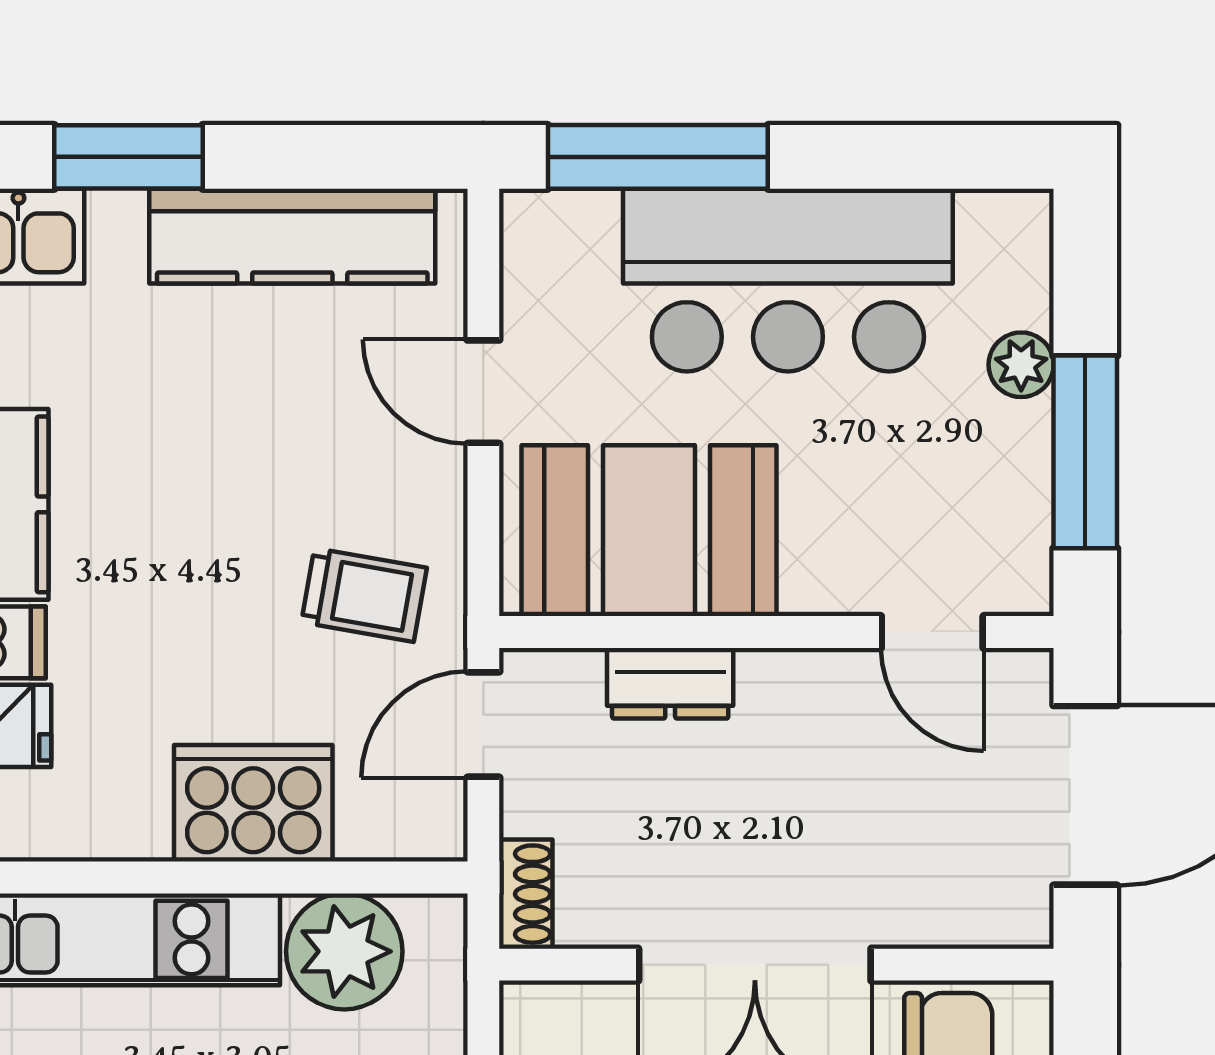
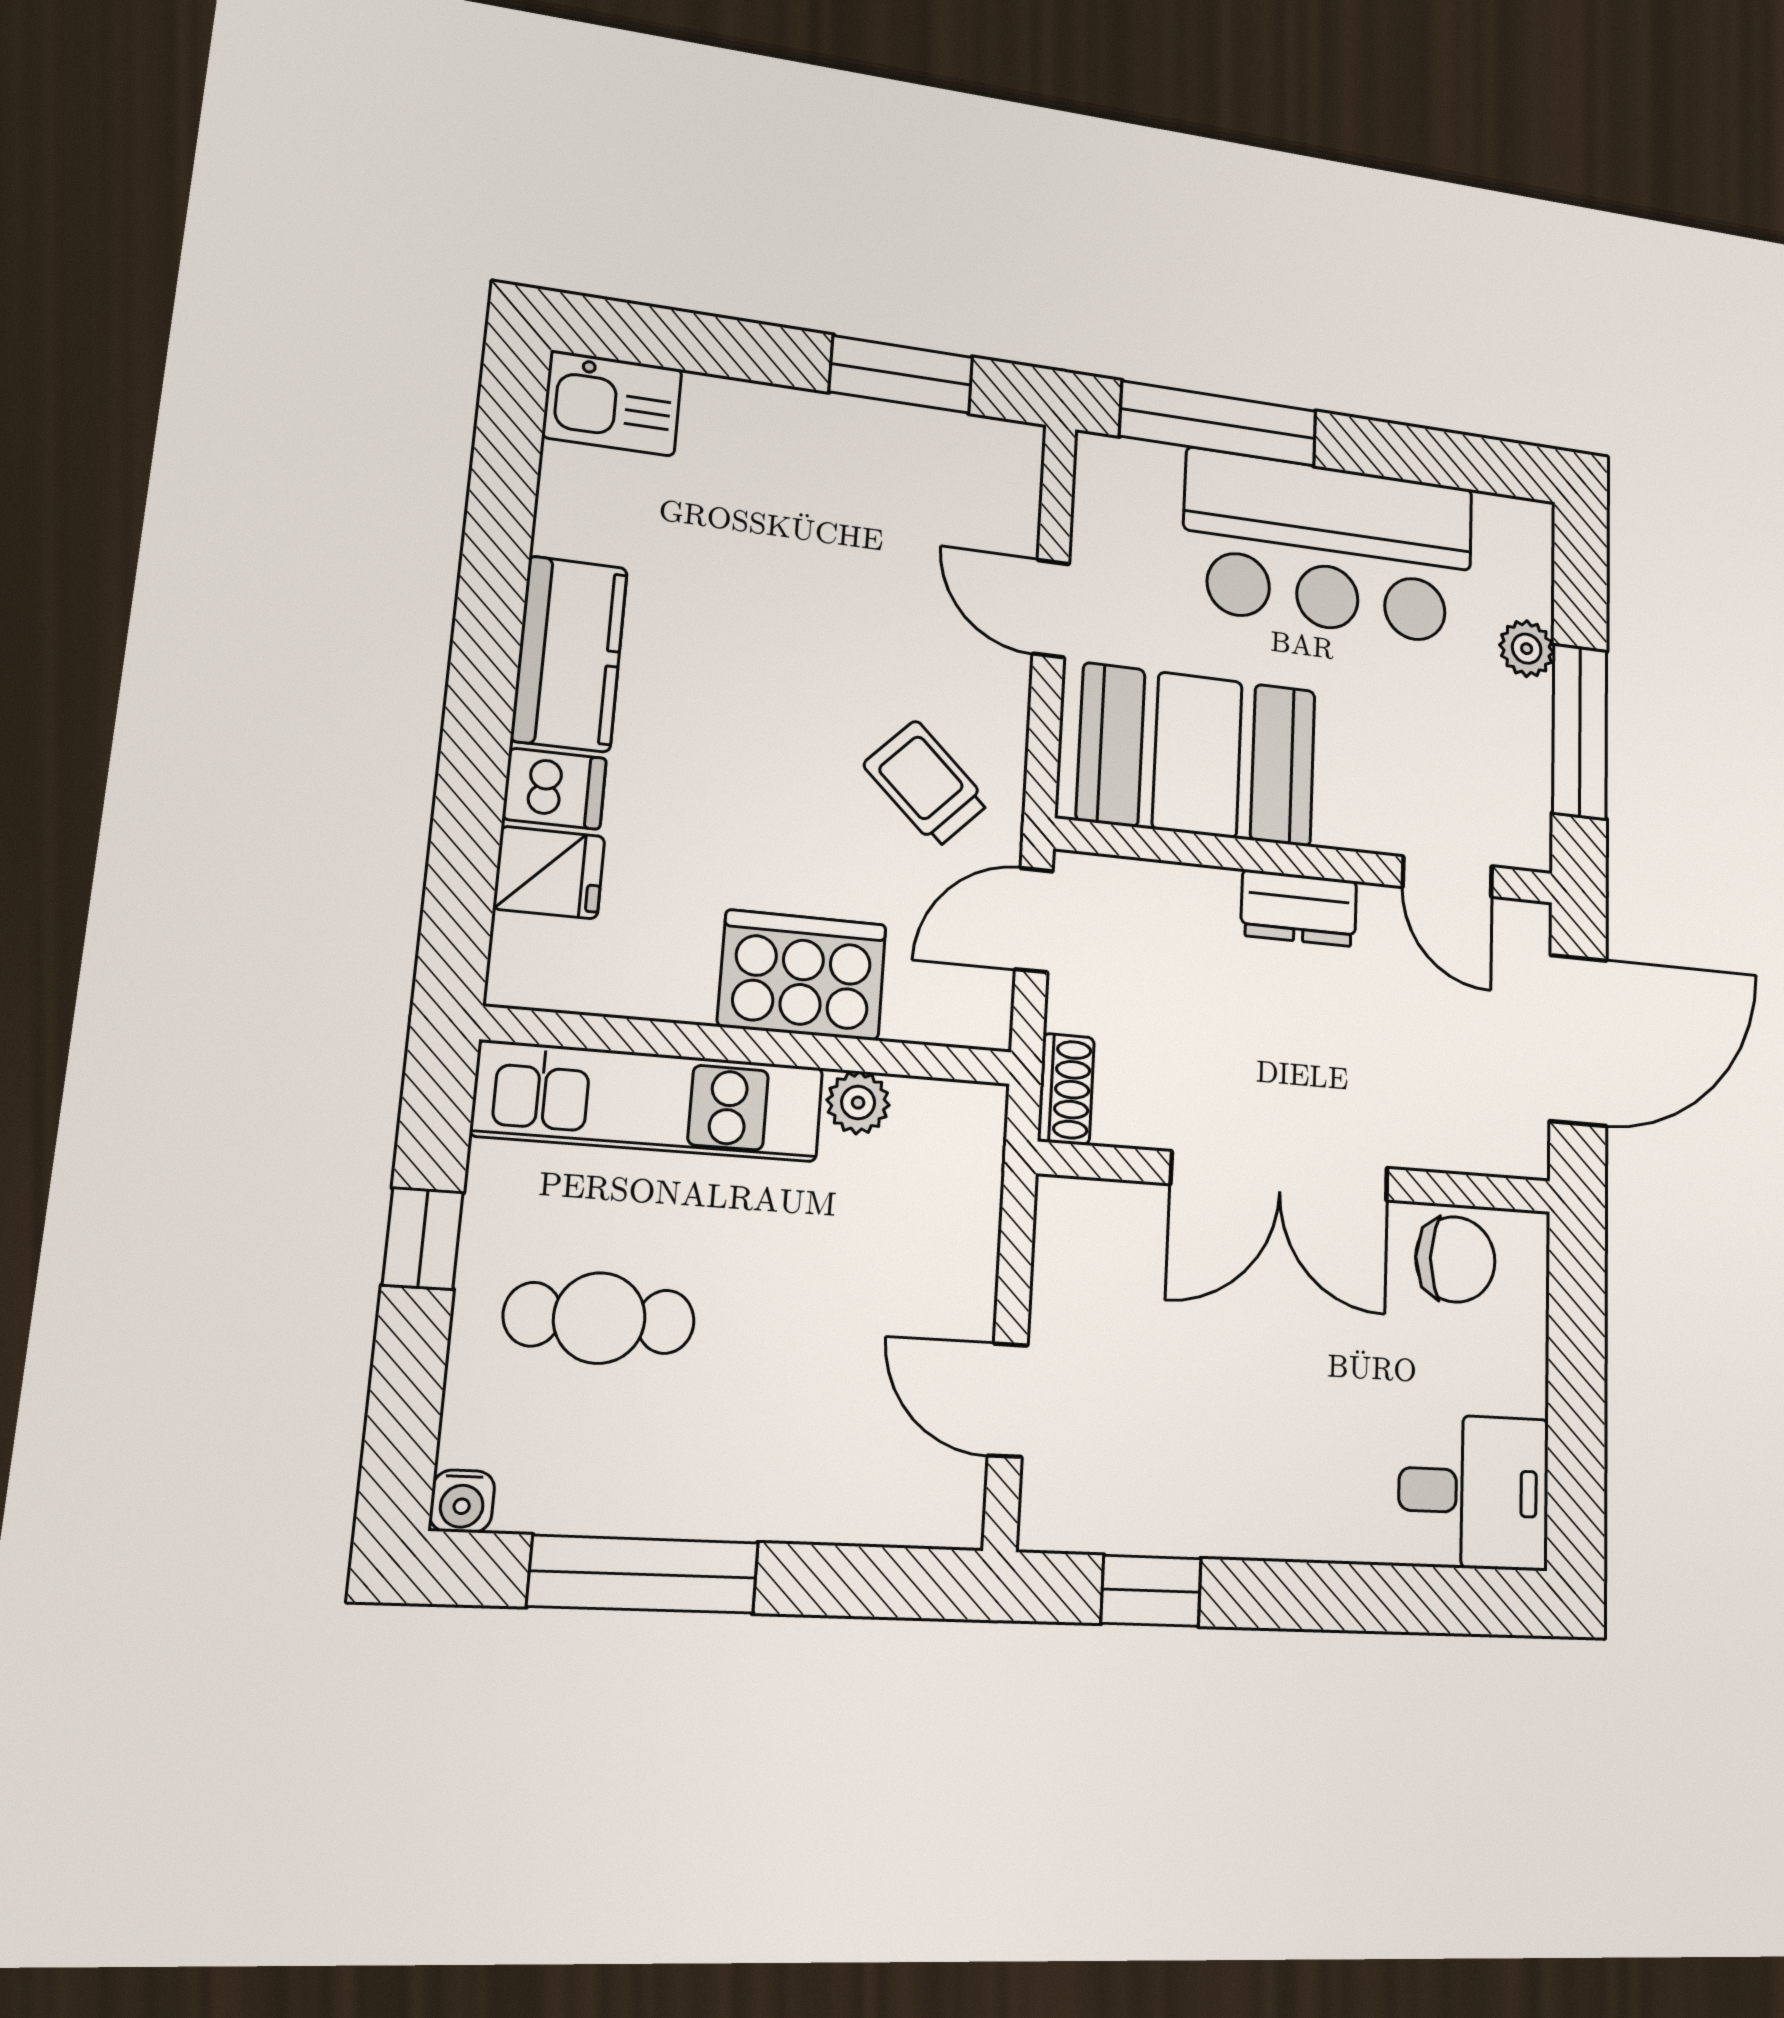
window: (129, 157) -> (901, 374), moved
kitchen counter: (292, 236) -> (880, 443), removed
trolley: (364, 595) -> (926, 784), turned -146
dresser: (670, 683) -> (1299, 908), moved
plant: (344, 951) -> (858, 1103), width x0.53, depth x0.53

